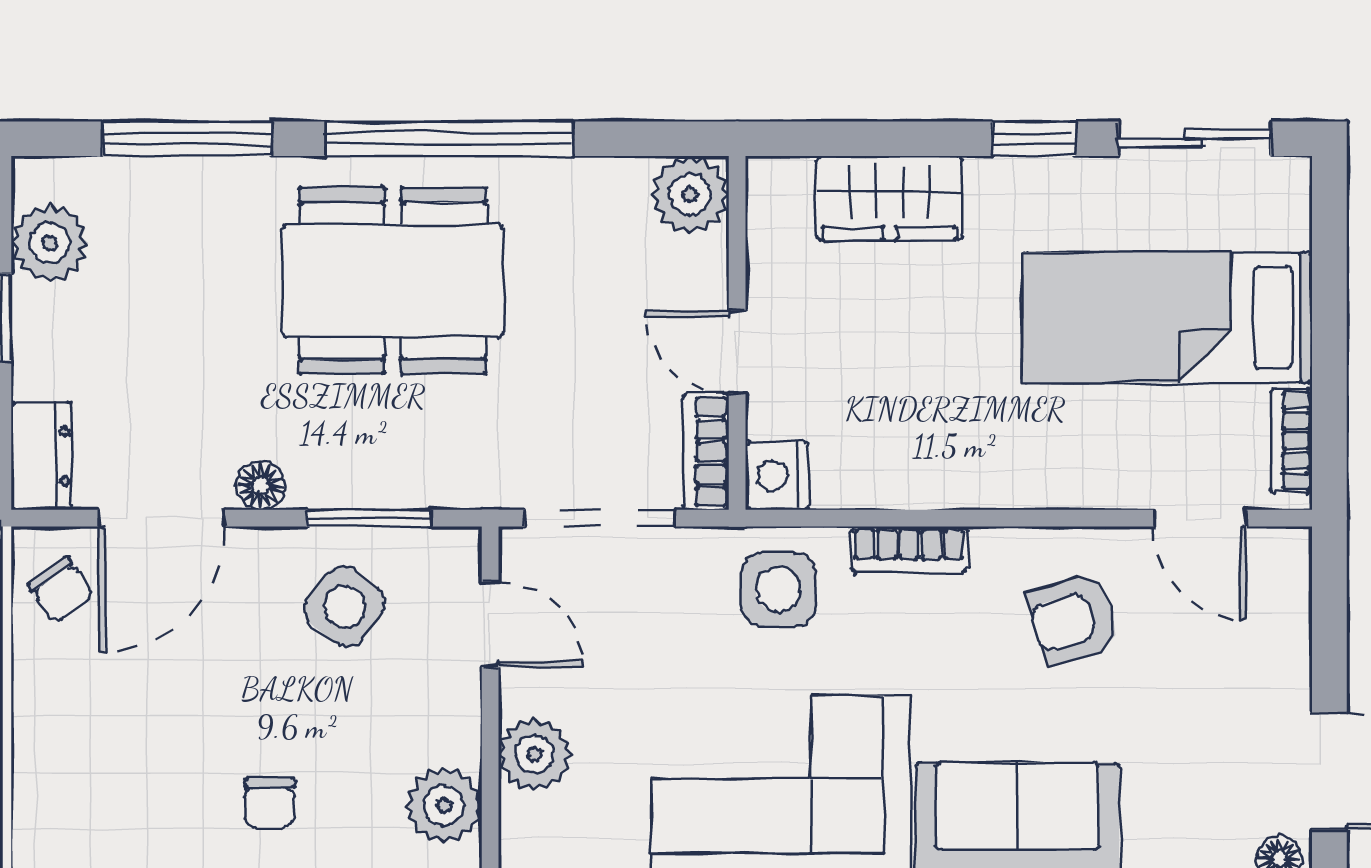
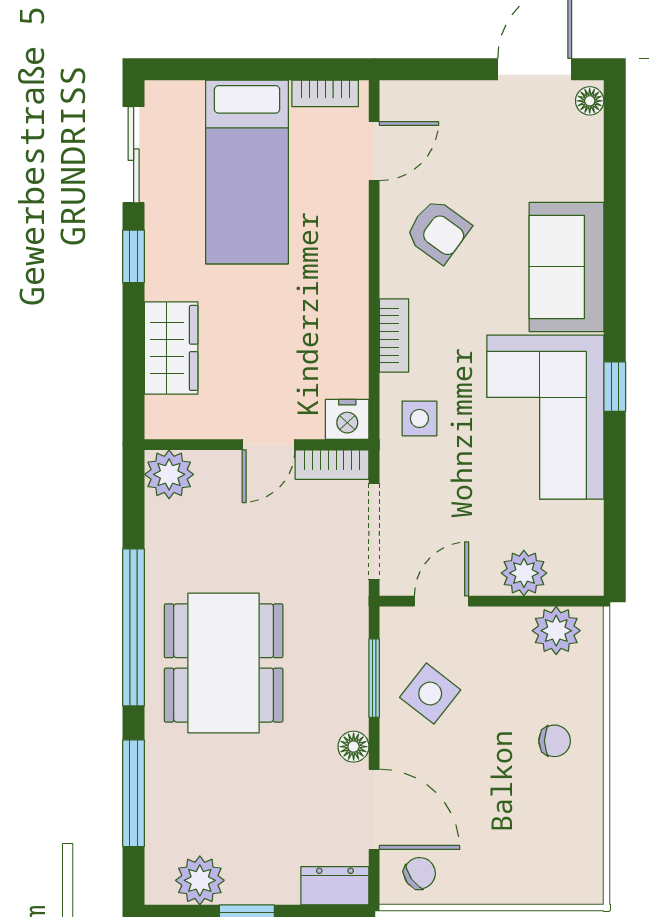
side table: (778, 590) -> (419, 418), width x0.73, depth x0.73
armchair: (1074, 619) -> (438, 231), turned -37

